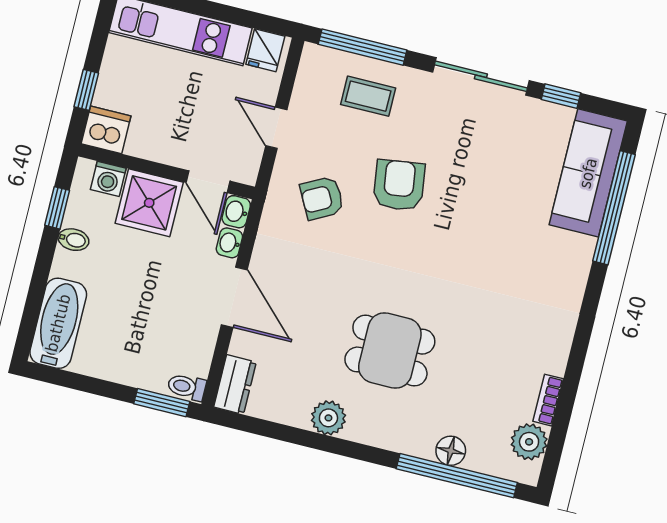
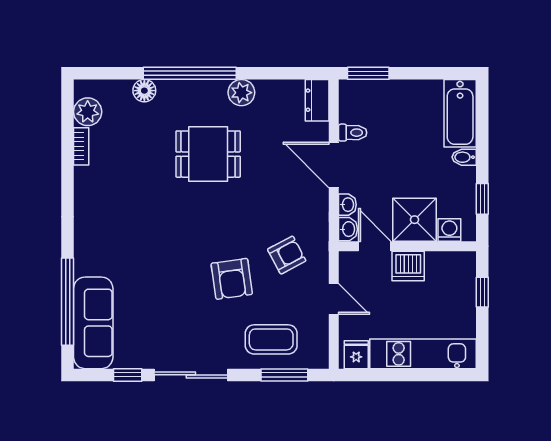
window: (363, 47) -> (284, 375), width x0.69
coffee table: (368, 96) -> (271, 339), width x1.36, depth x1.30
dishwasher: (106, 130) -> (408, 266), moved
bidet: (73, 240) -> (464, 157), moved
toilet: (187, 387) -> (353, 133), moved
window: (457, 476) -> (190, 73), moved

